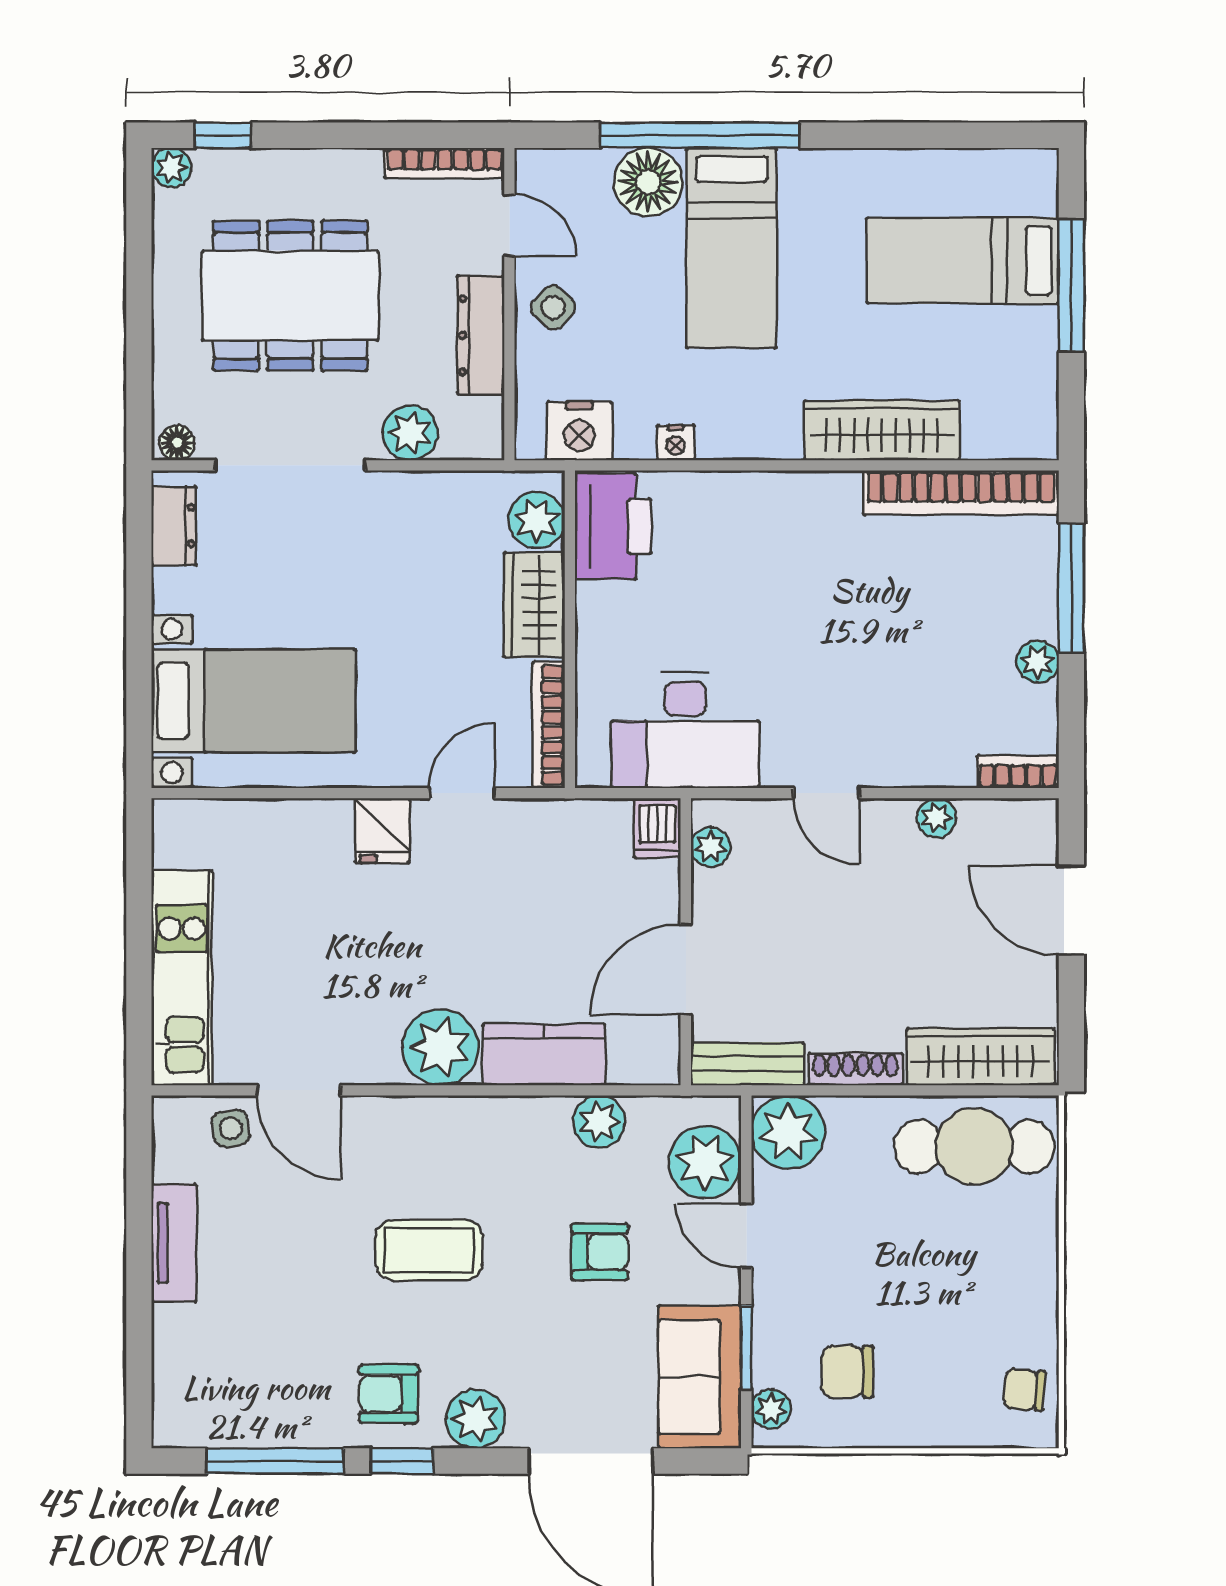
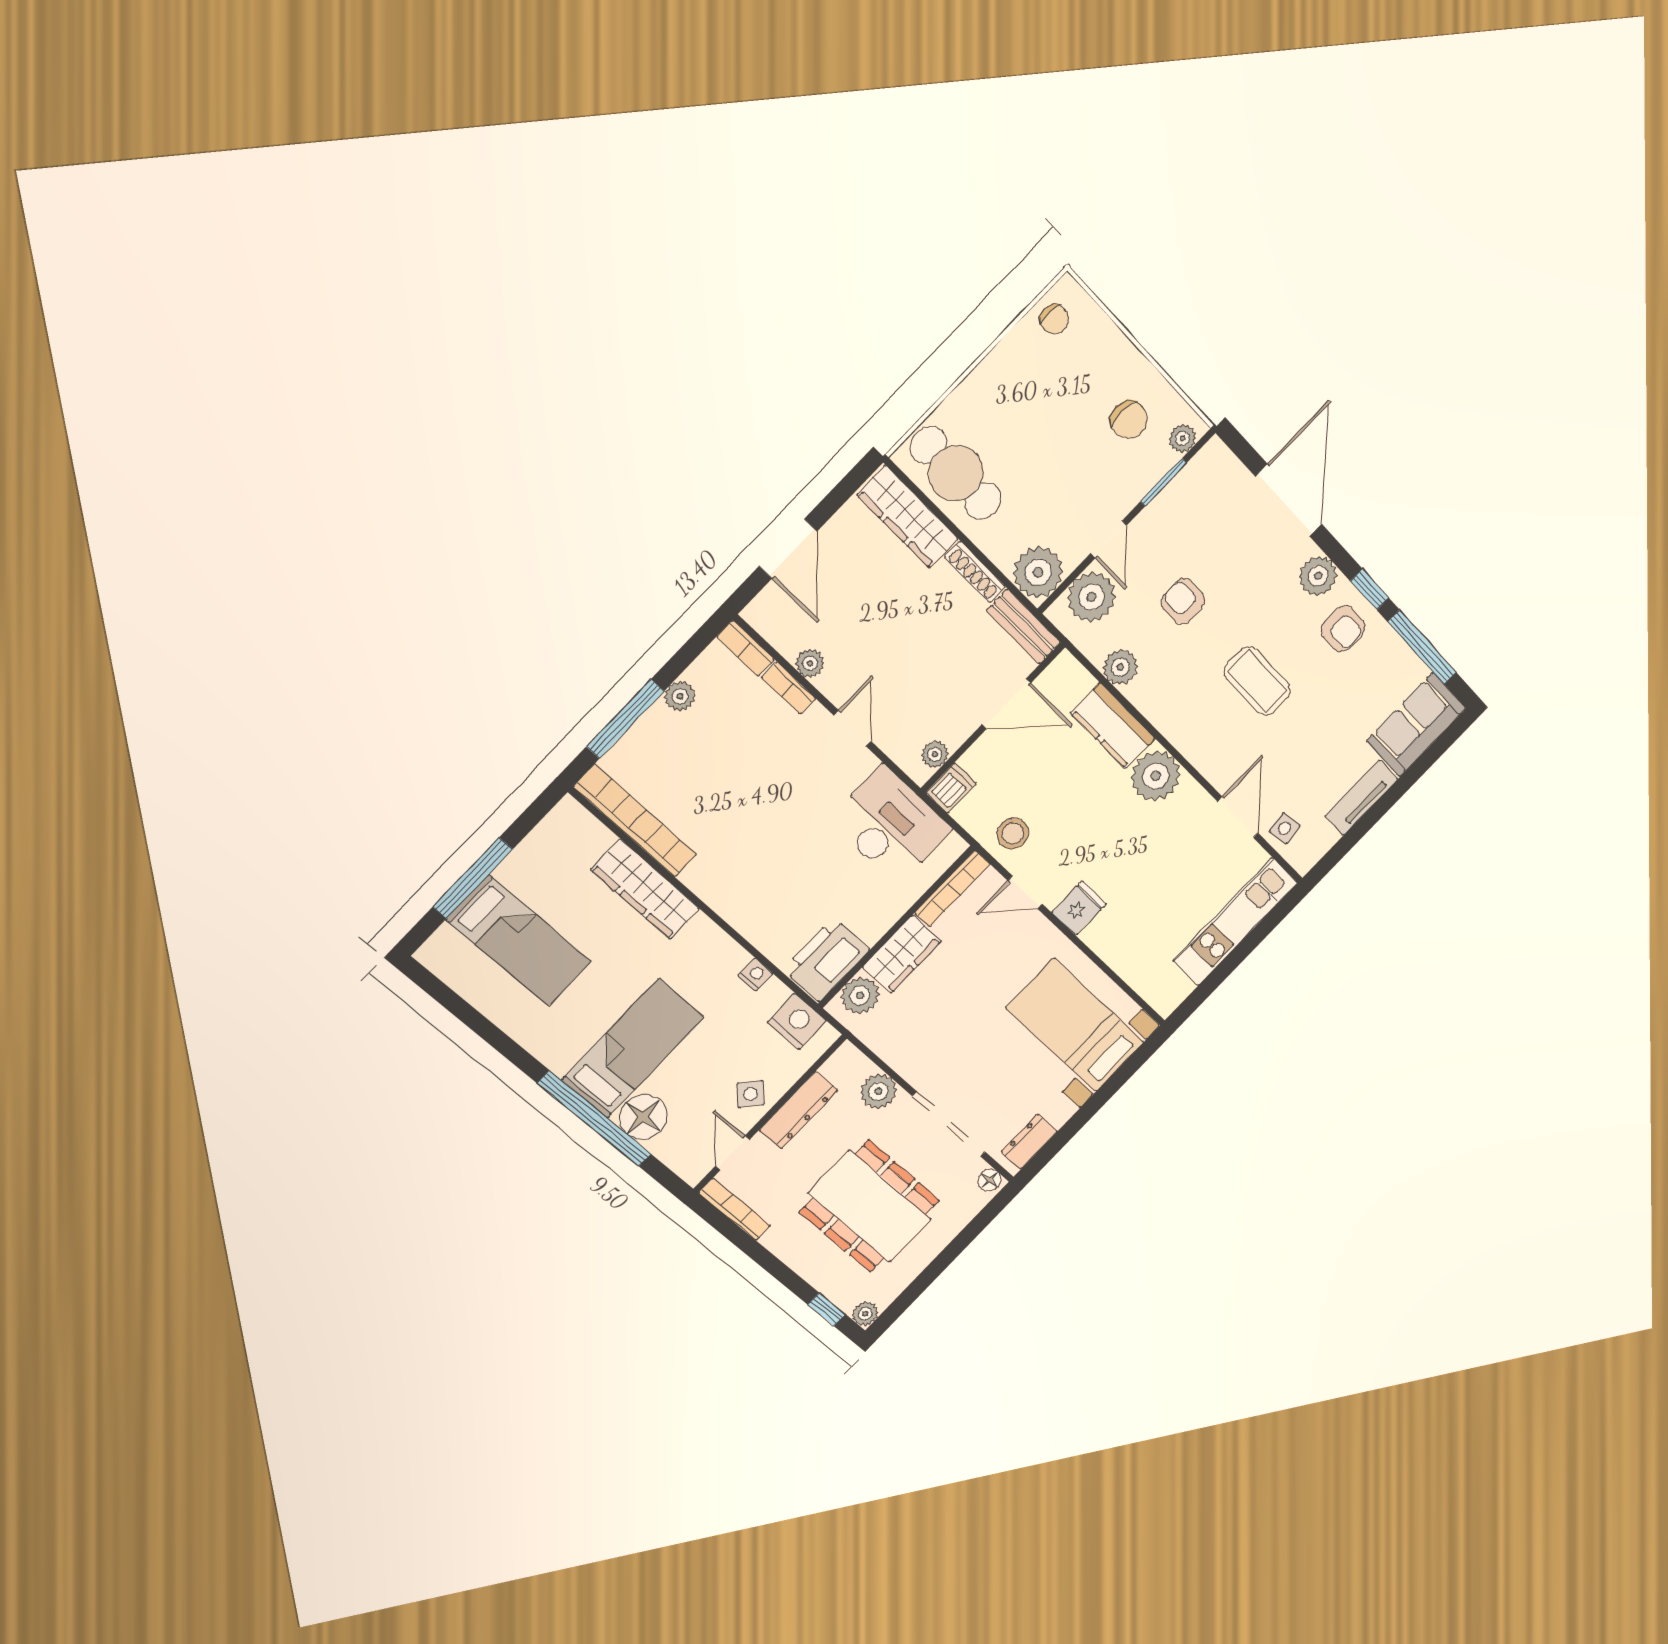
bookcase: (934, 773) -> (789, 688), added
stool: (540, 843) -> (1013, 833), added
sofa: (700, 1377) -> (1416, 725), moved, turned 180

